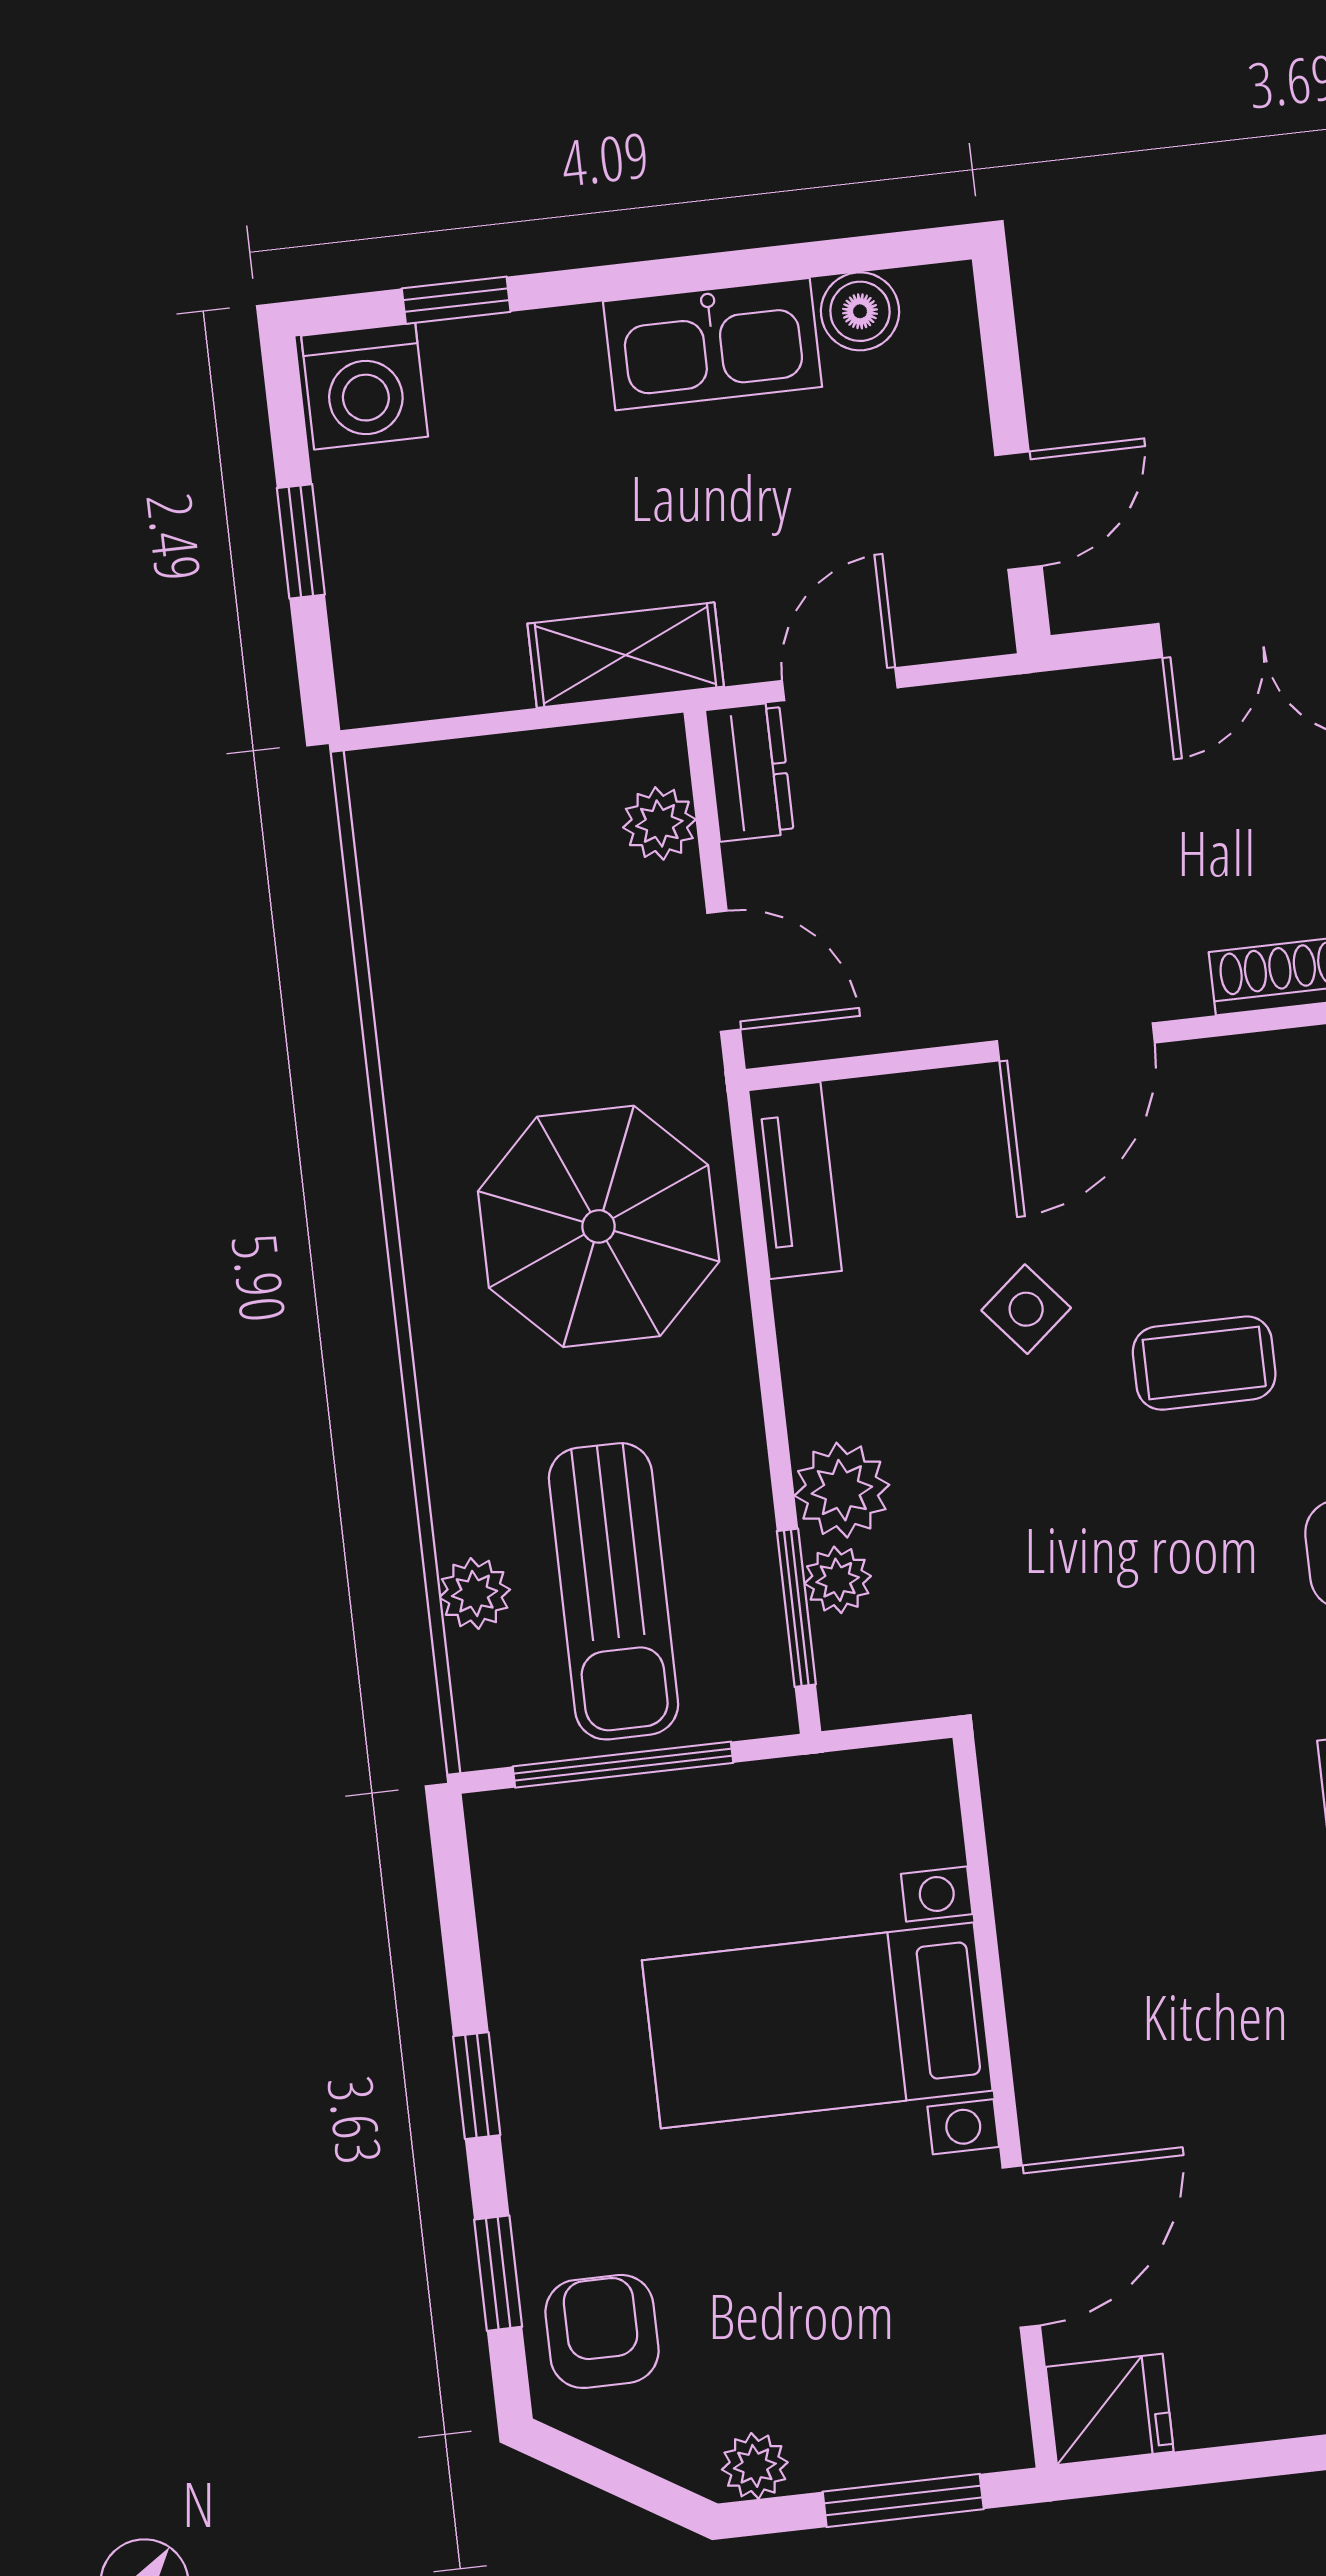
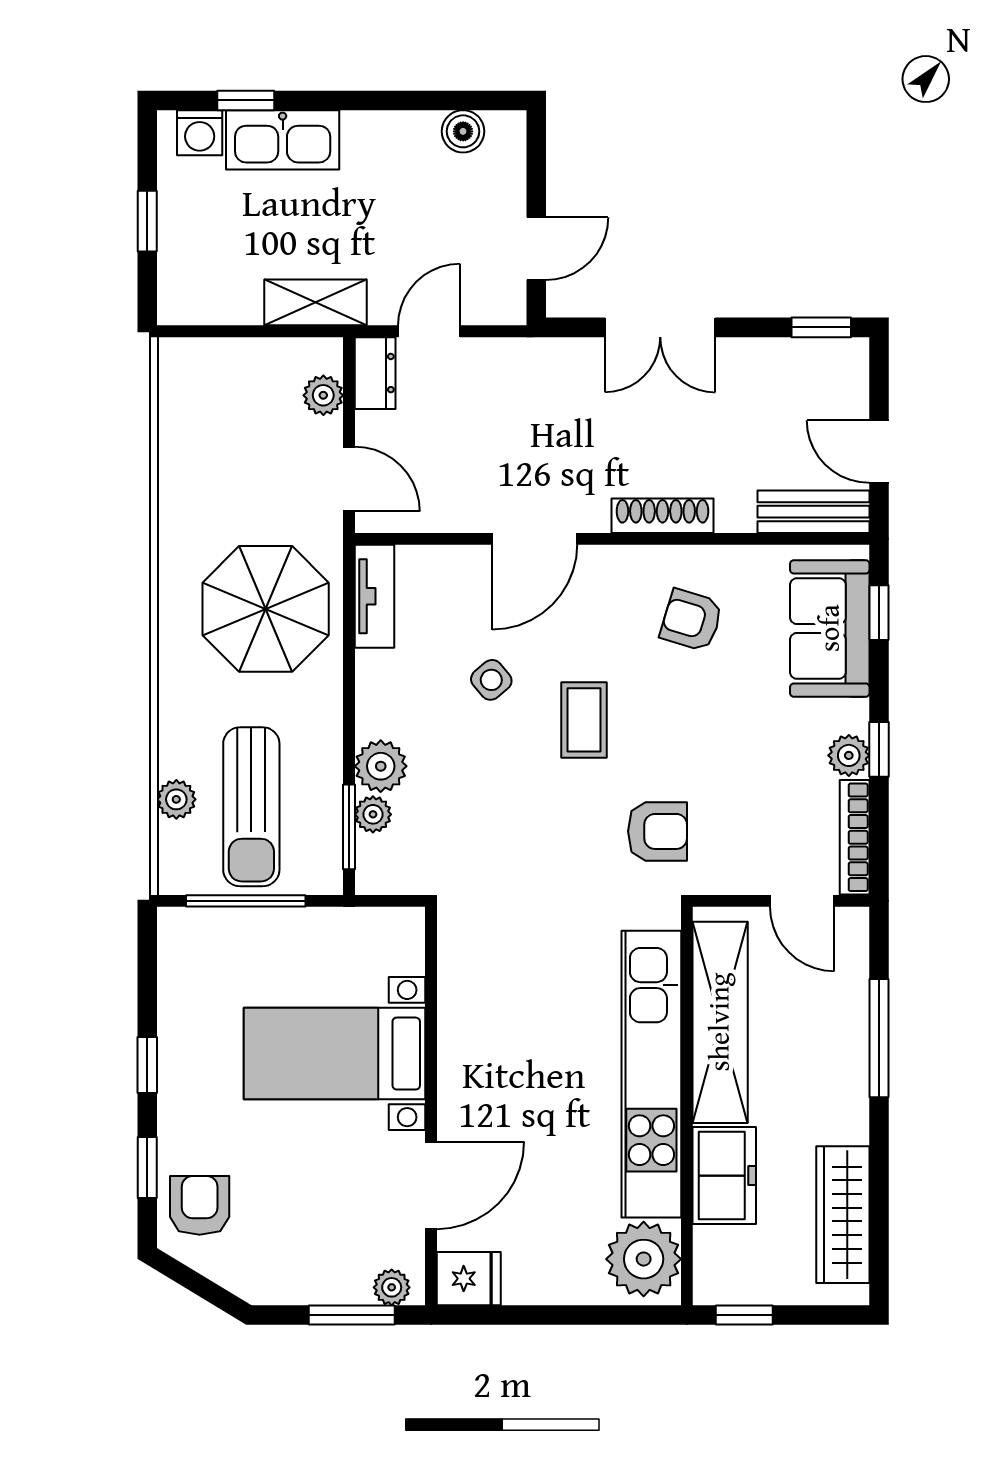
kitchen sink: (713, 344) -> (283, 140), moved
washing machine: (365, 386) -> (200, 133), width x0.73, depth x0.73
coffee table: (1204, 1363) -> (584, 720), turned 90
plant: (755, 2466) -> (392, 1287), moved

